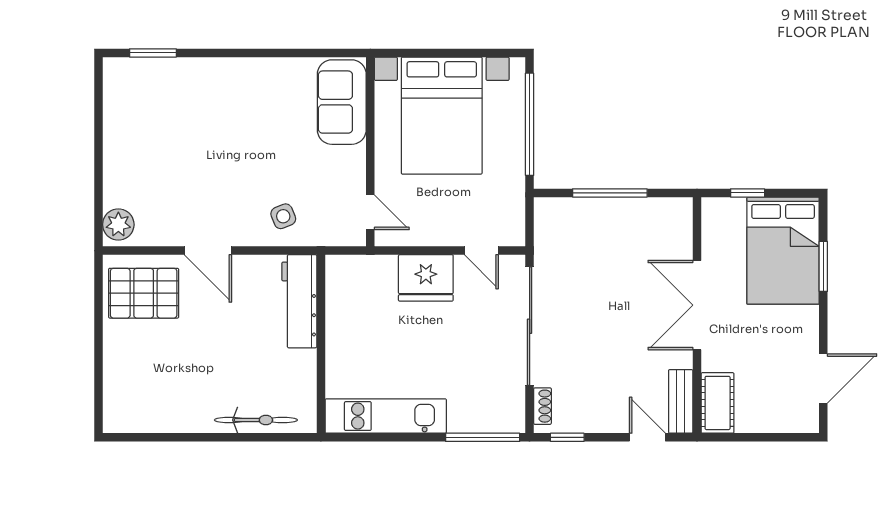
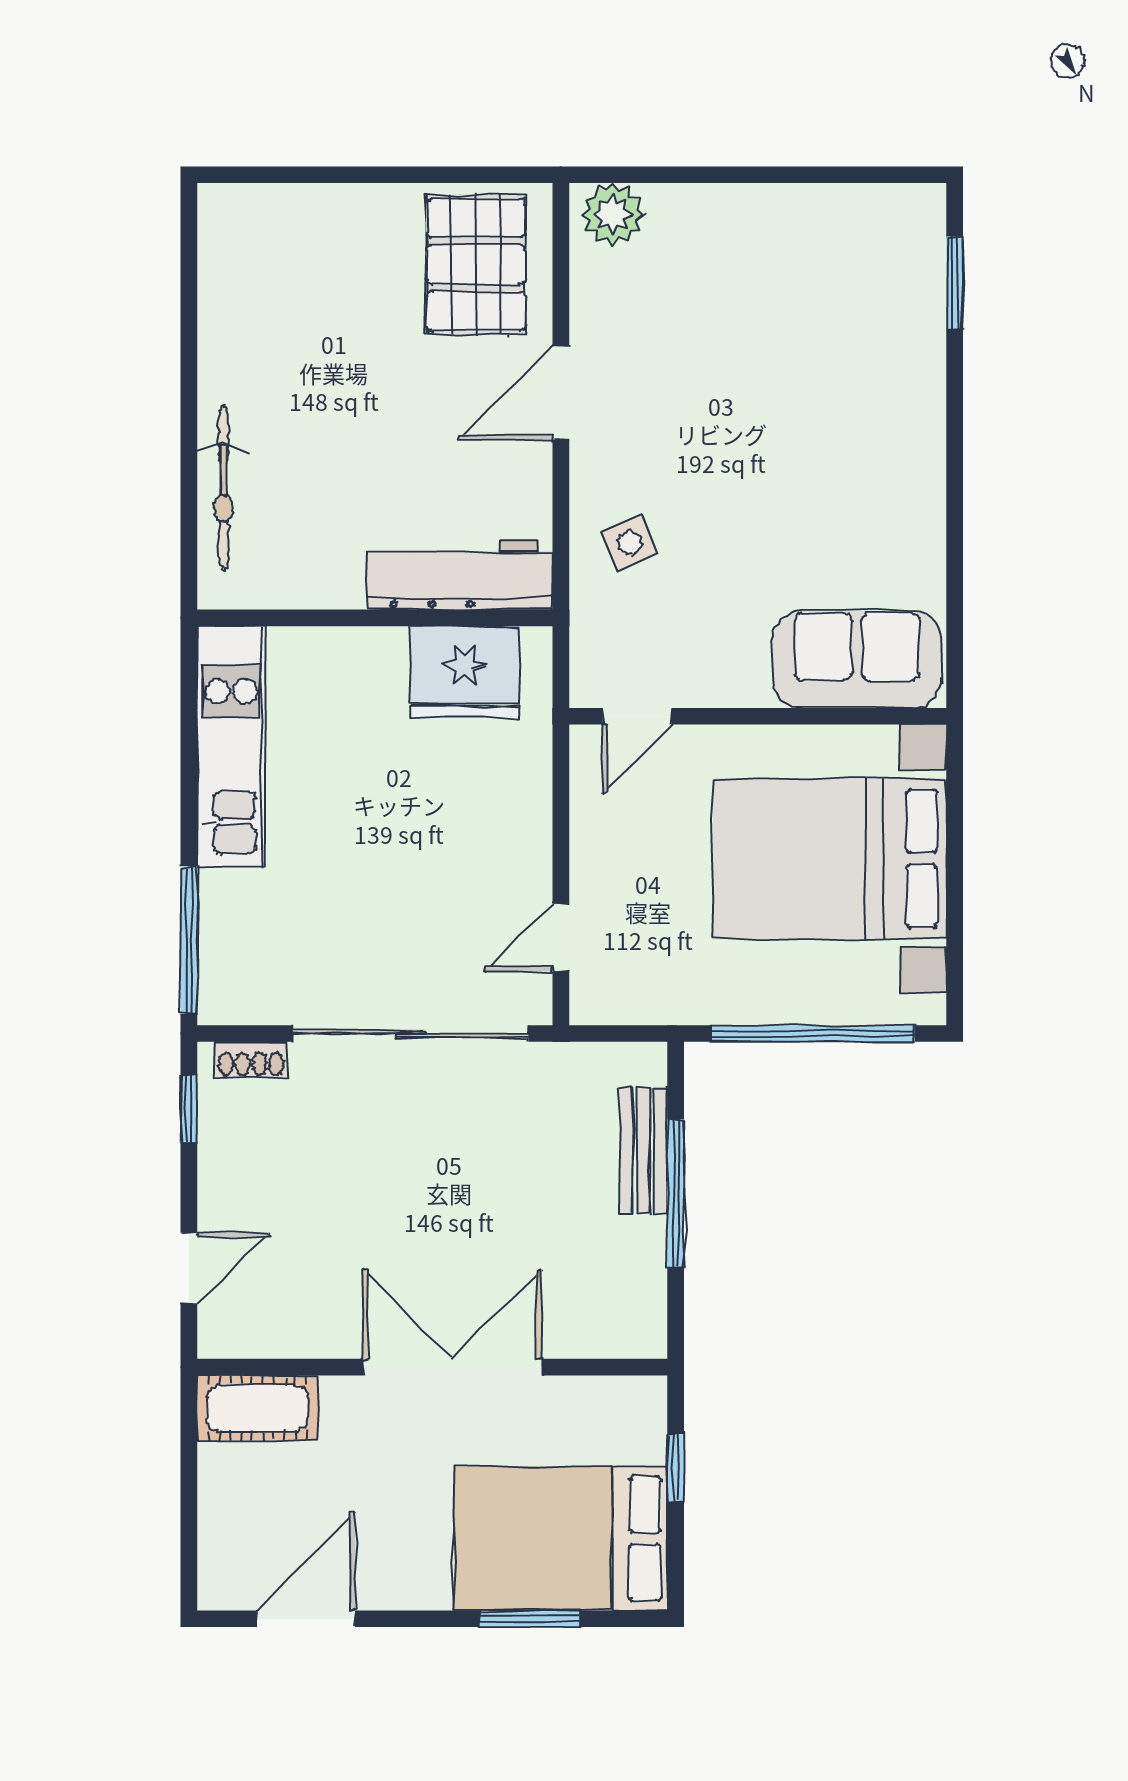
fridge: (426, 278) -> (465, 672), moved, turned -90
door: (823, 378) -> (306, 1619), swing flipped
bench: (681, 401) -> (643, 1150), moved, turned 90

